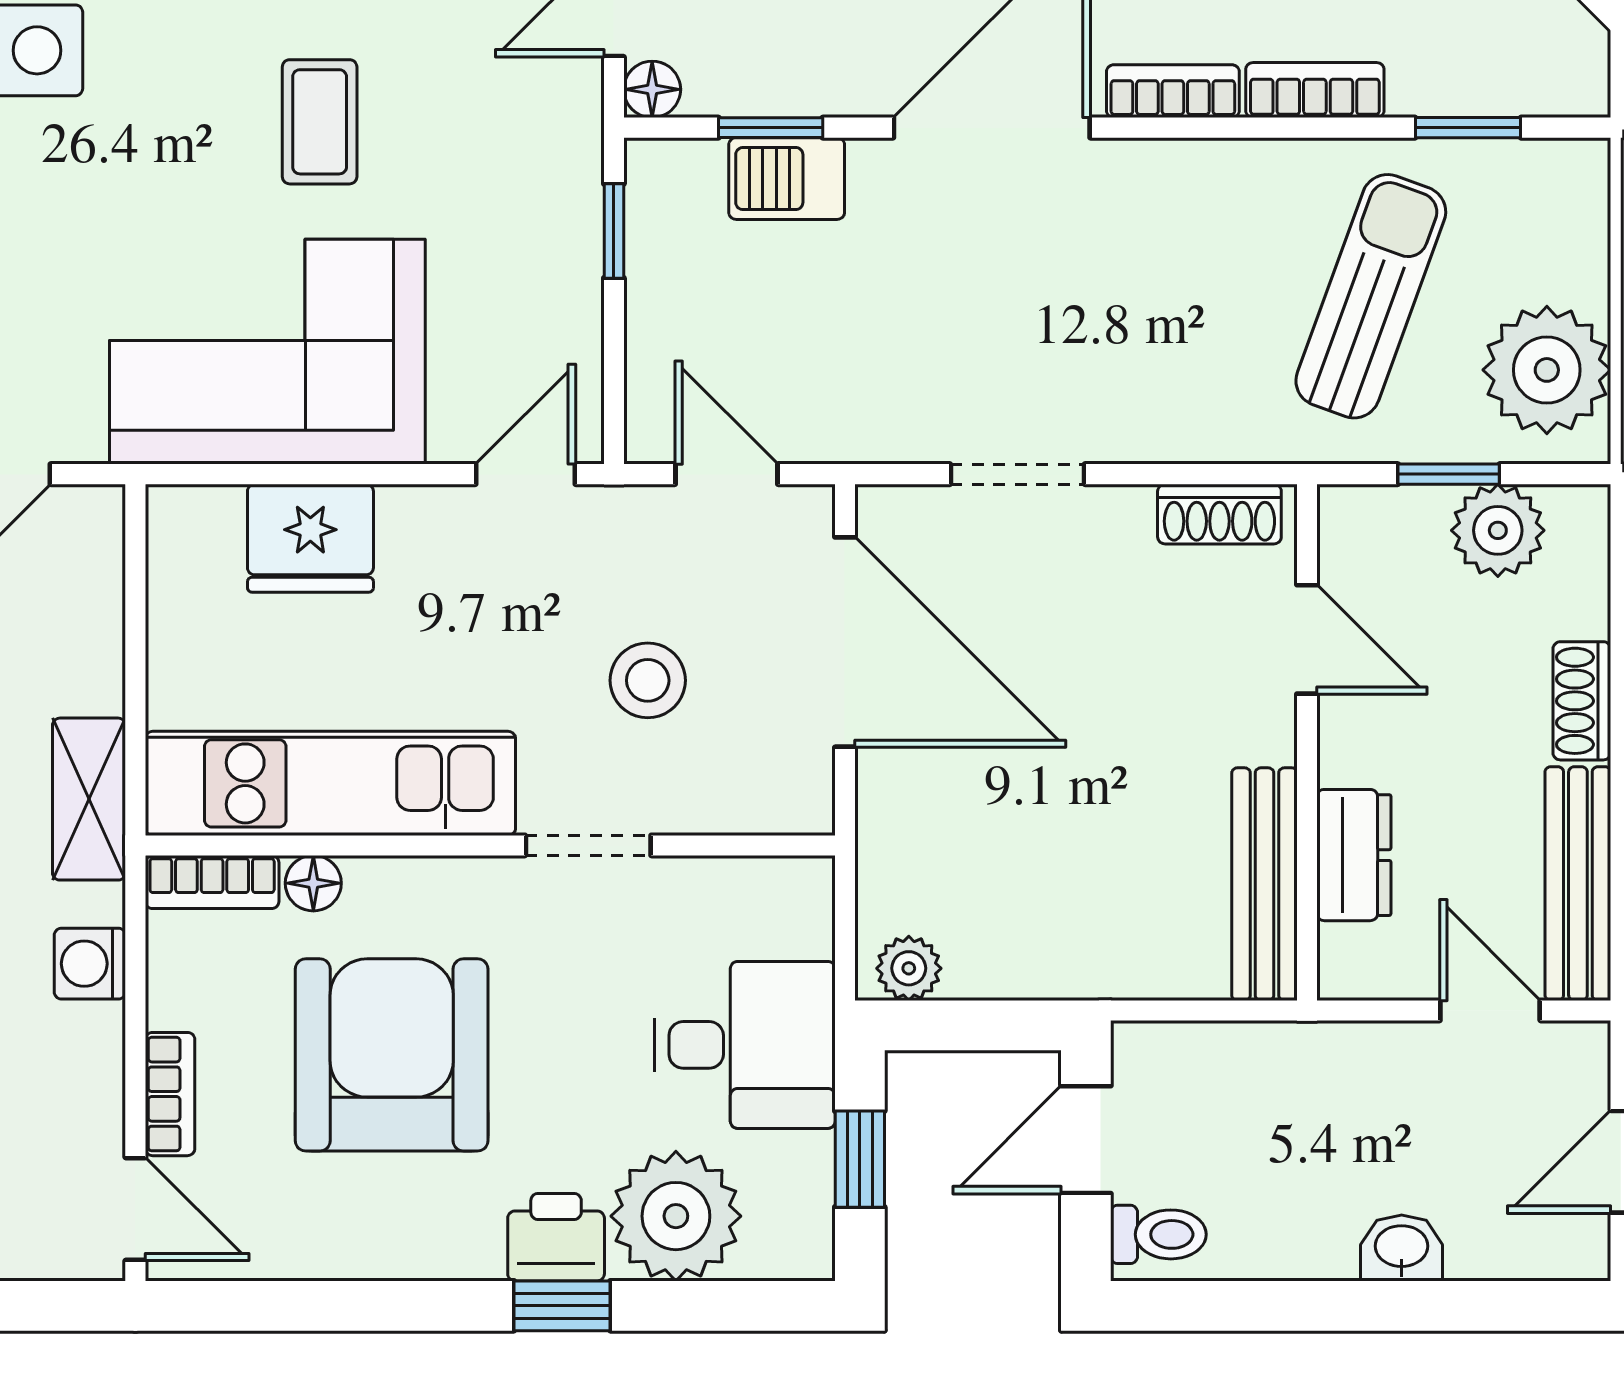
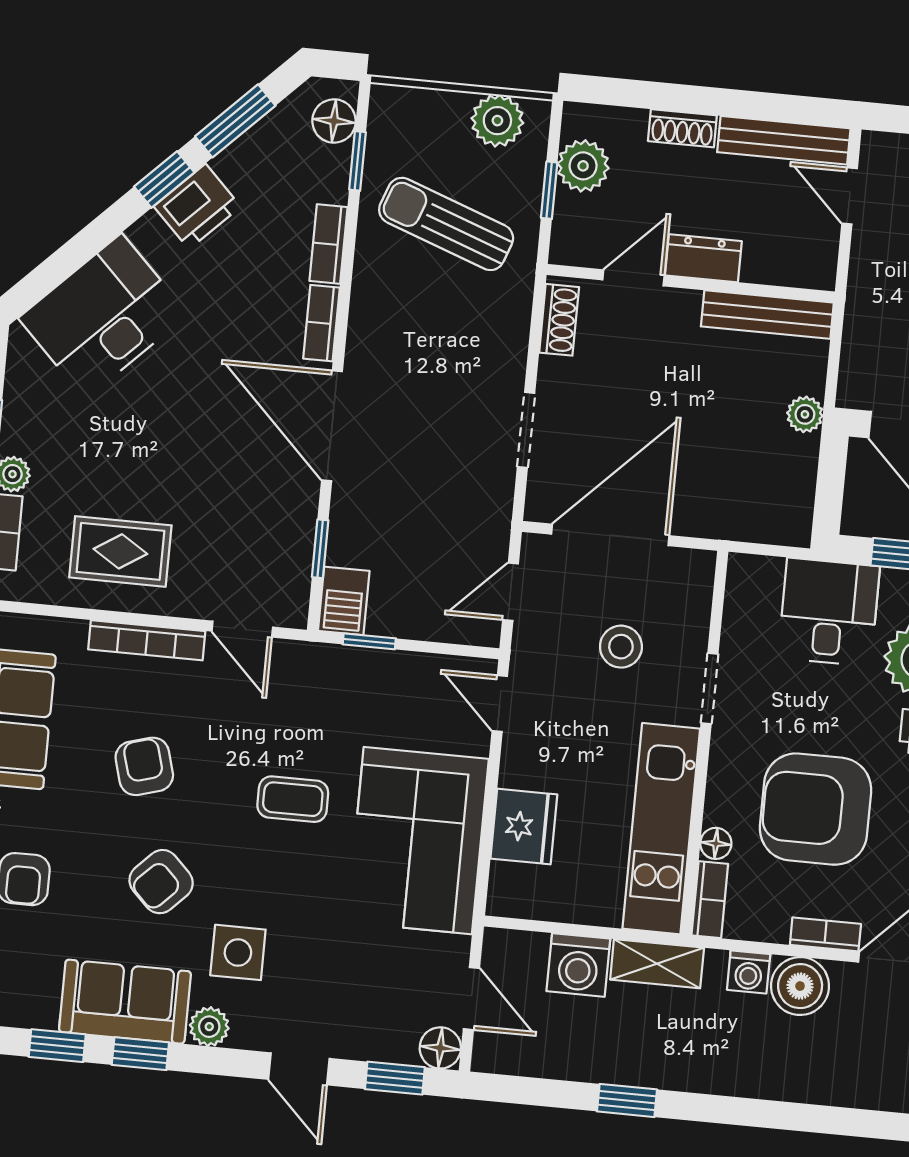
floor lamp: (652, 89) -> (334, 121), moved, width x1.37, depth x1.37
barbecue: (787, 179) -> (344, 601), moved
plant: (1547, 370) -> (497, 121), width x0.73, depth x0.73
washing machine: (73, 659) -> (578, 965), added
dresser: (1354, 855) -> (703, 258), moved
plant: (909, 968) -> (805, 414), moved
door: (1490, 1010) -> (850, 196), hinge flipped
boiler: (74, 1058) -> (800, 986), added

